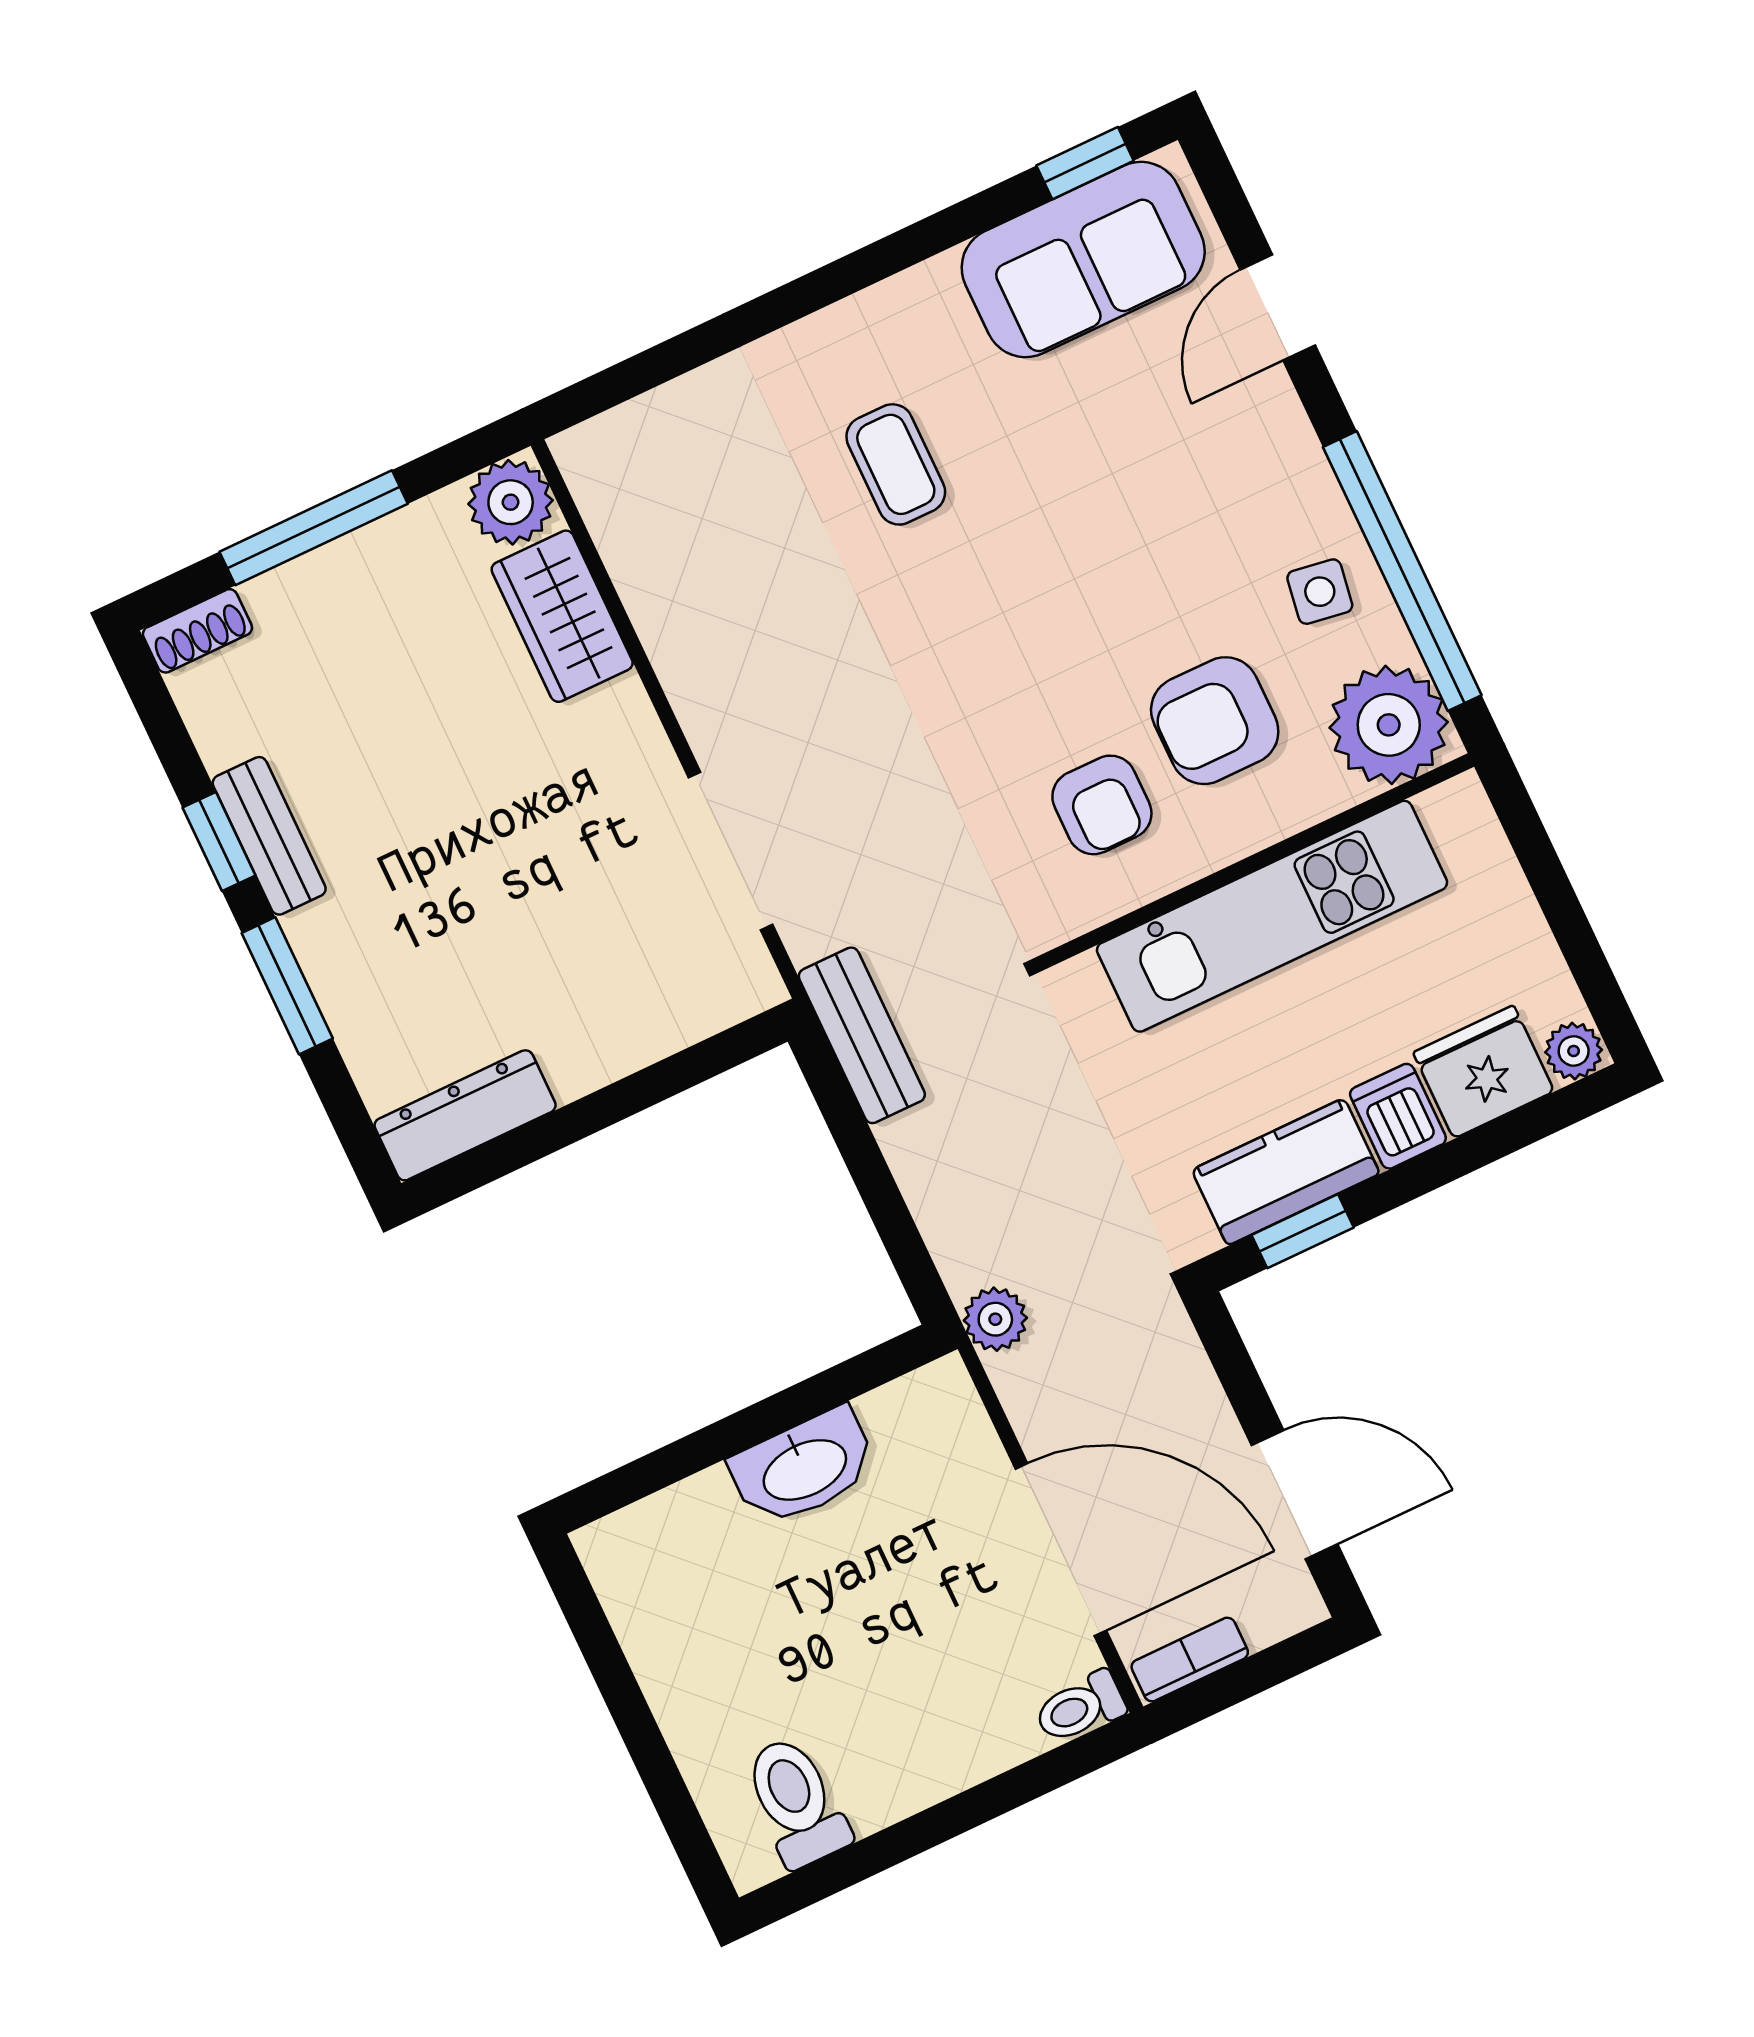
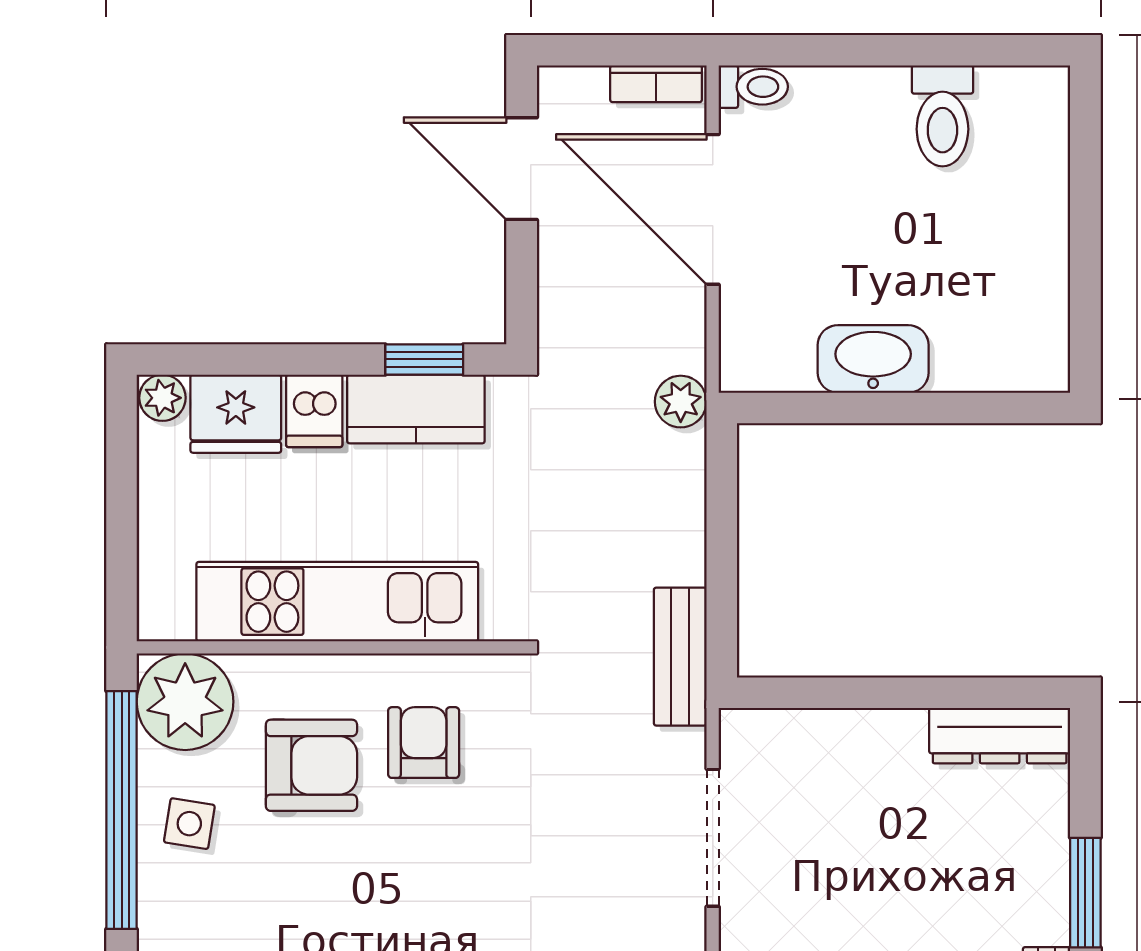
toilet: (796, 1802) -> (942, 116), moved

